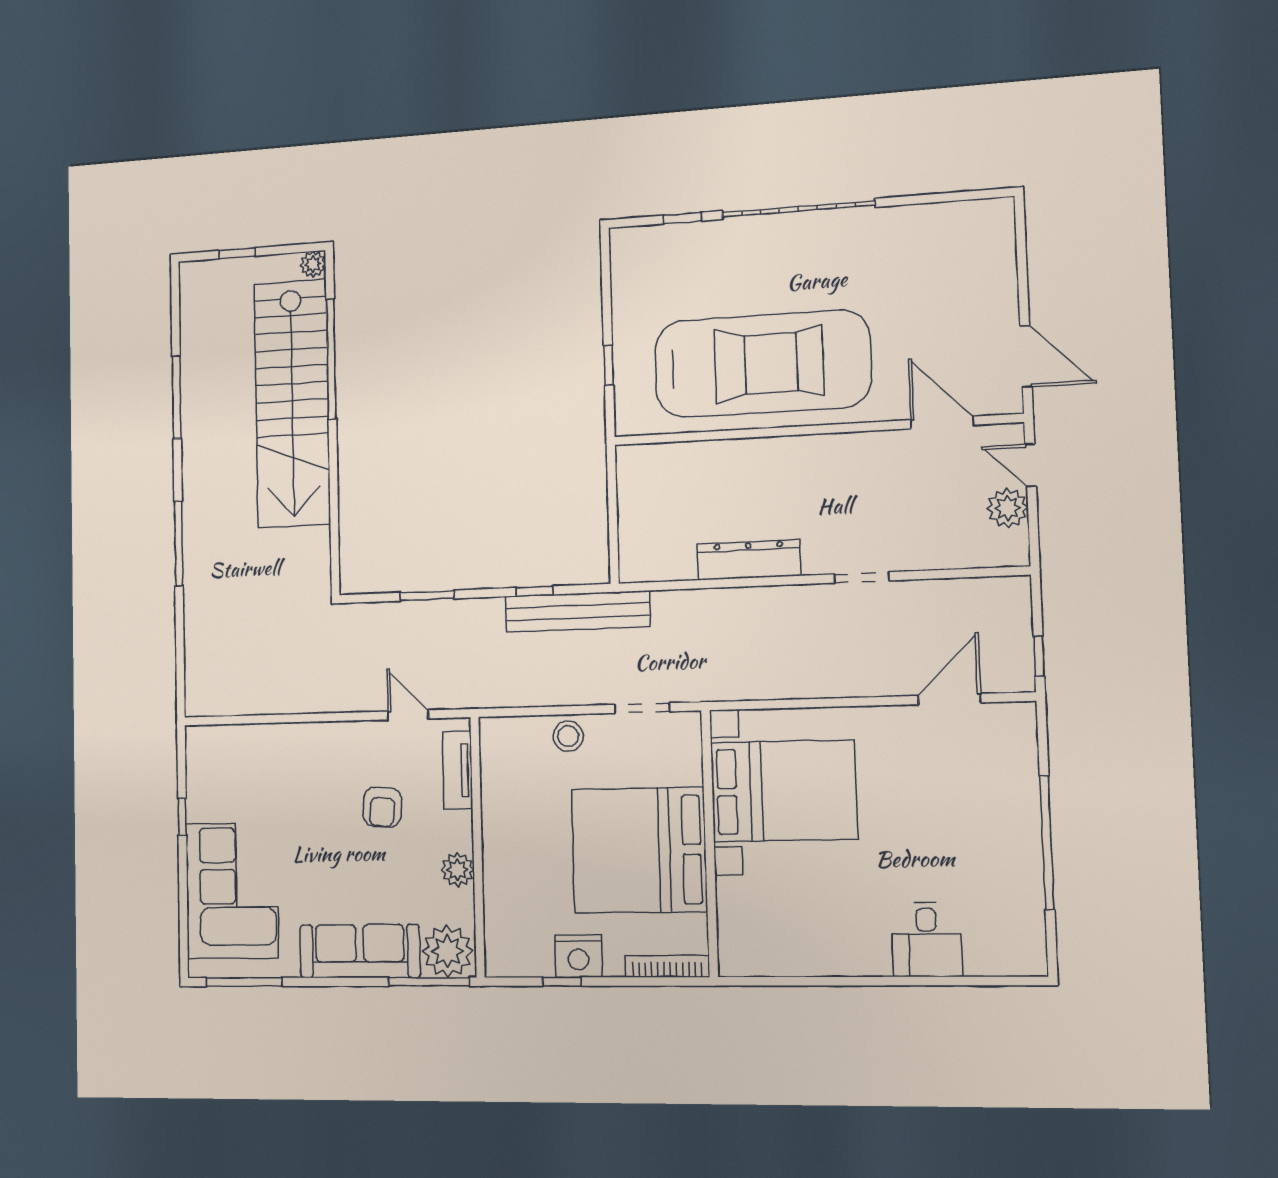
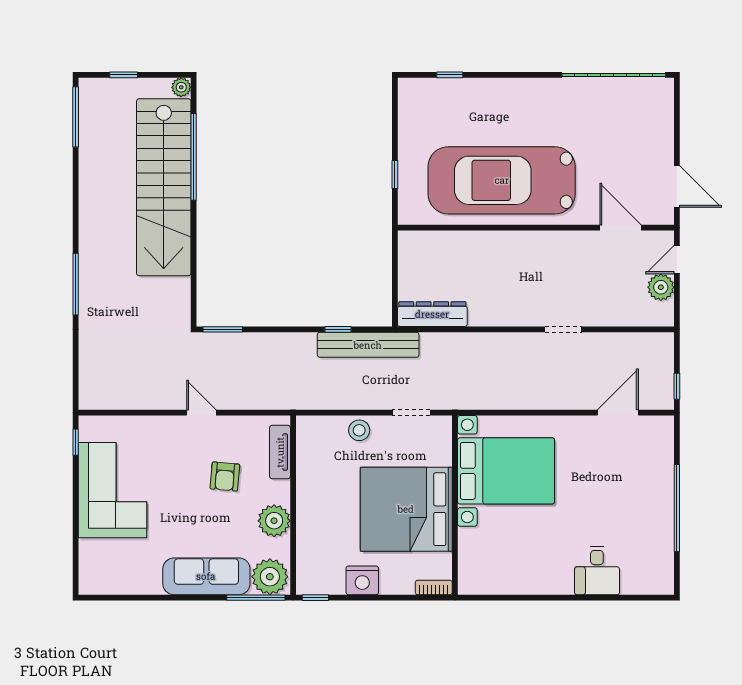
garage door: (798, 209) -> (614, 75), moved
car: (762, 364) -> (502, 180), turned 180
window: (177, 398) -> (76, 117), moved
door: (1031, 465) -> (677, 260), hinge flipped
dresser: (749, 560) -> (432, 314), moved
window: (427, 596) -> (223, 329), moved
door: (408, 715) -> (201, 413), moved
window: (182, 817) -> (76, 442), moved
plant: (458, 870) -> (274, 521), width x1.36, depth x1.36
corner sofa: (232, 891) -> (113, 490), moved
bookcase: (667, 966) -> (434, 587), width x0.64
window: (244, 982) -> (121, 598), removed
window: (562, 982) -> (315, 598), moved

